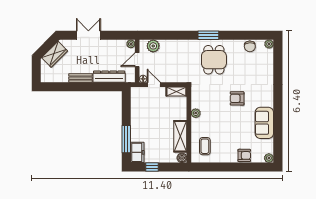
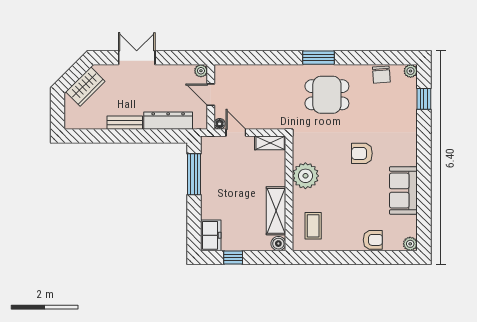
plant: (153, 46) -> (235, 74), removed
door: (137, 60) -> (211, 95), hinge flipped
dining table: (214, 60) -> (327, 95), turned 90
window: (278, 62) -> (424, 99), added
plant: (196, 113) -> (305, 176), width x1.88, depth x1.88
window: (126, 139) -> (194, 174), moved

